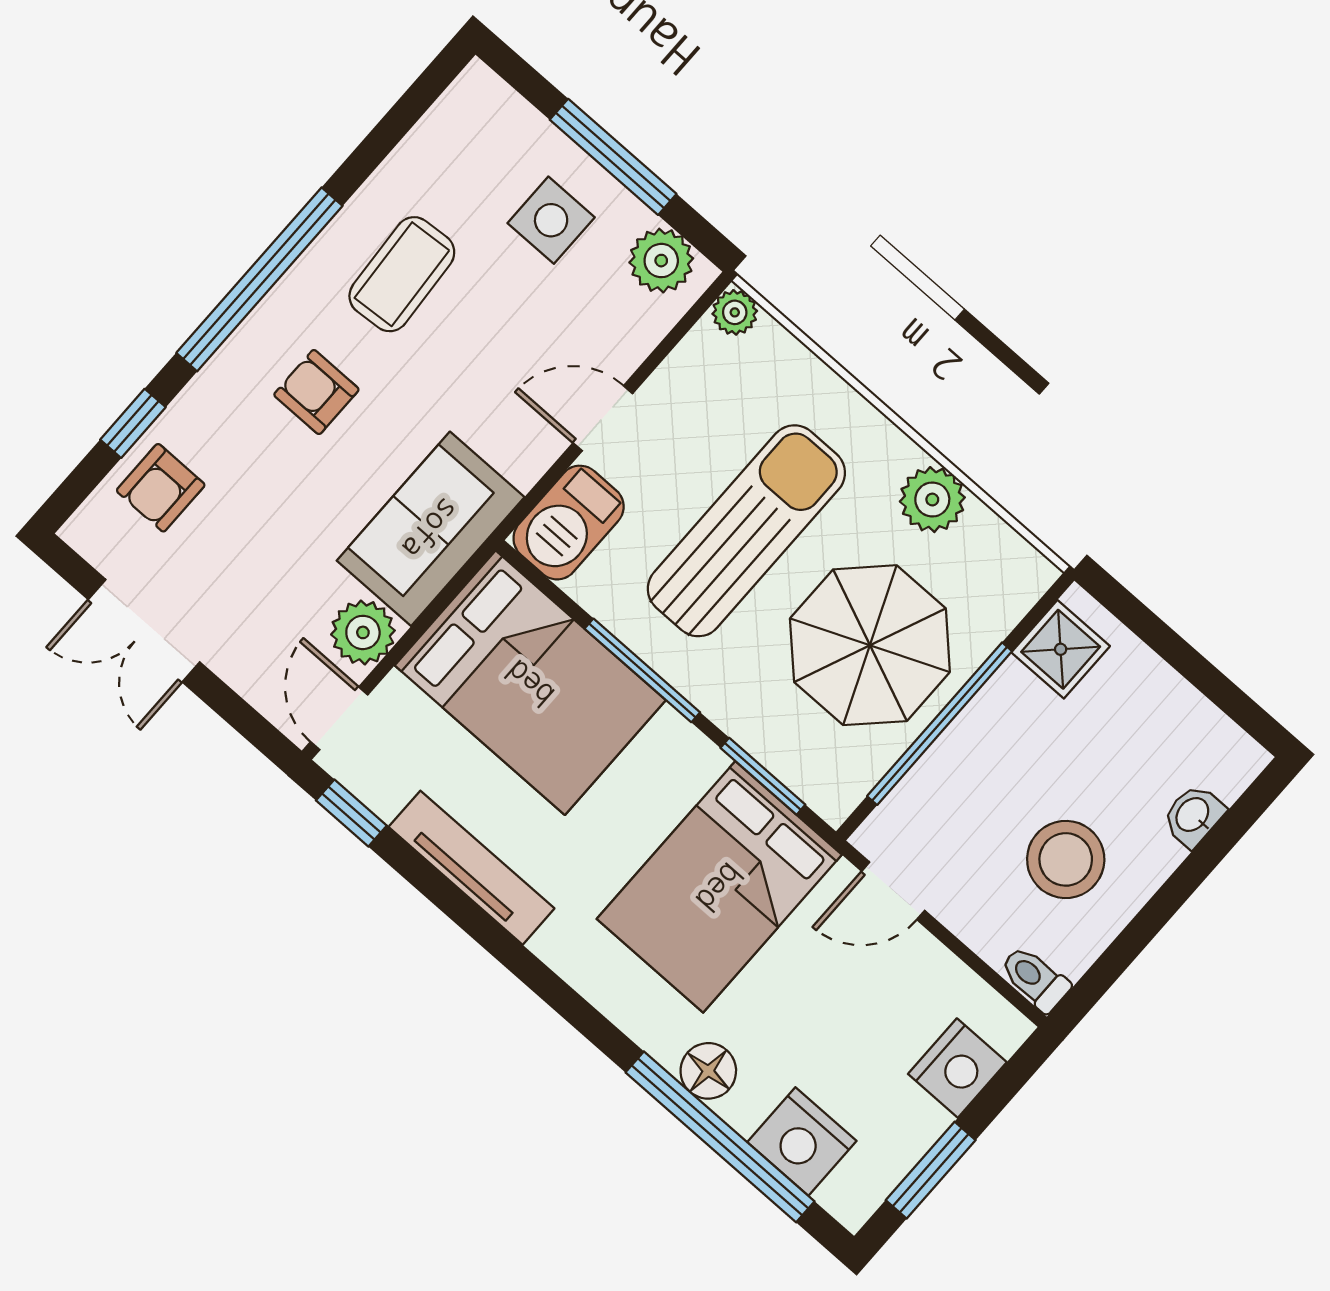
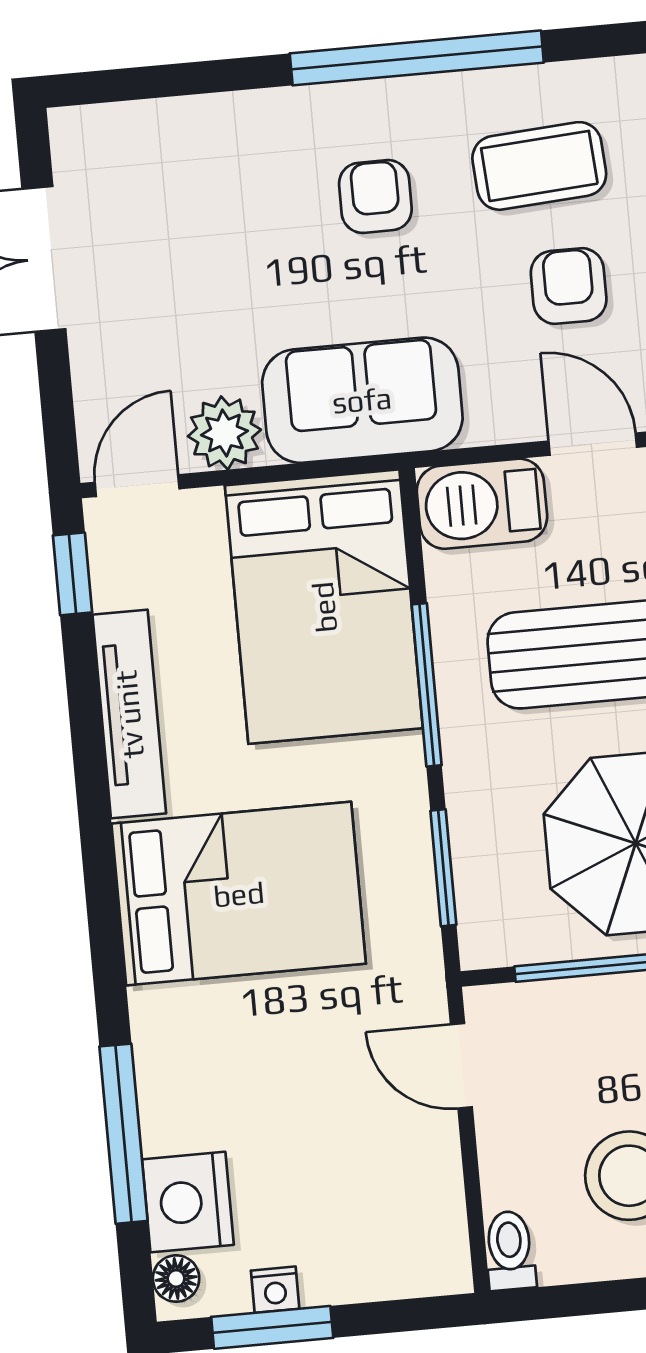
window: (133, 423) -> (198, 78), removed
armchair: (161, 488) -> (569, 286), moved, turned 90
bed: (719, 887) -> (239, 894), moved, turned 180
nightstand: (957, 1068) -> (275, 1290), moved, width x0.53, depth x0.56
floor lamp: (708, 1071) -> (176, 1279), moved, width x0.73, depth x0.73
window: (720, 1137) -> (123, 1134), width x0.68

